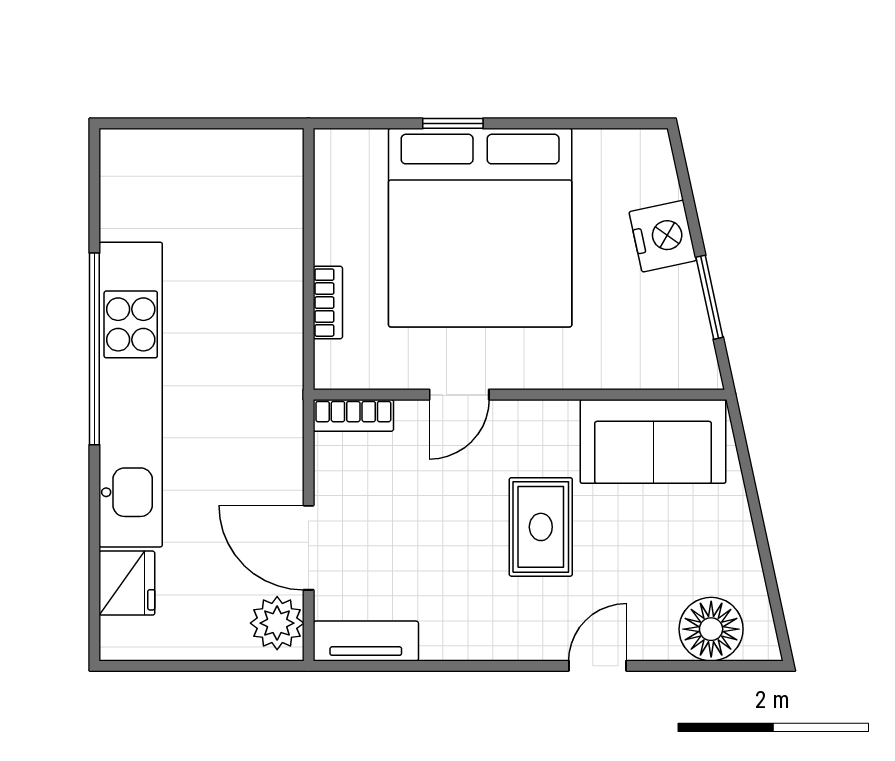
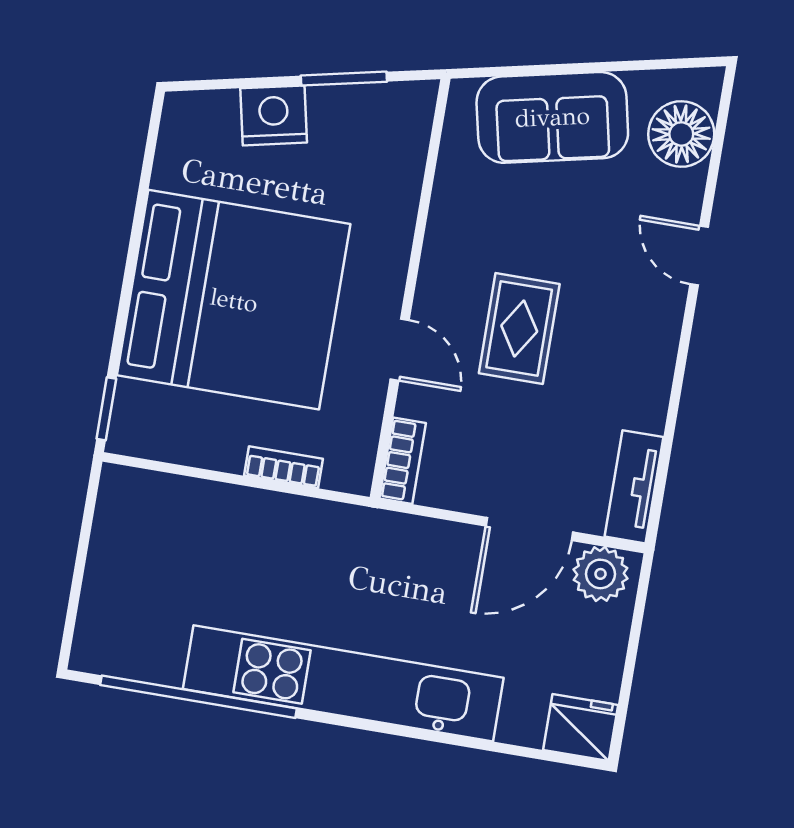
window: (453, 123) -> (106, 409), moved
window: (94, 349) -> (198, 697), moved
sofa: (653, 441) -> (552, 117), moved, turned 78
rug: (541, 527) -> (519, 329), moved, turned 90
fridge: (127, 583) -> (581, 727), moved

